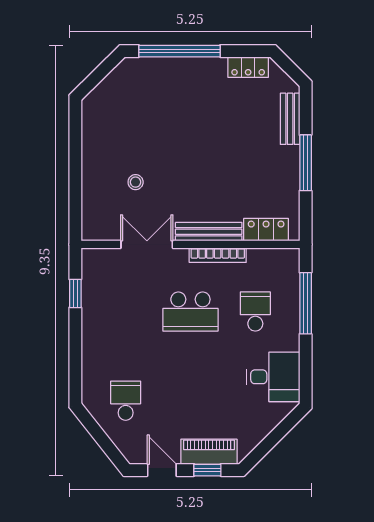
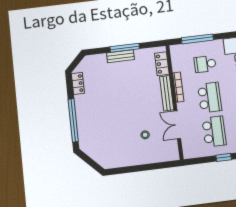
bench: (290, 119) -> (120, 56), moved
window: (75, 293) -> (224, 157), moved
school desk: (126, 312) -> (214, 132), added

